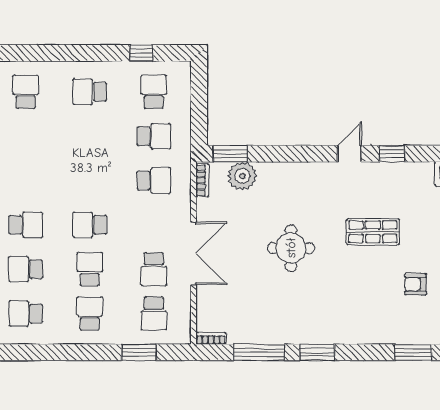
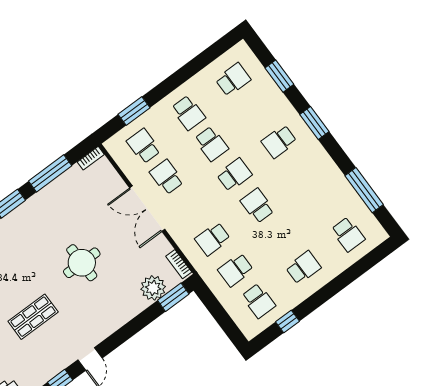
school desk: (26, 269) -> (257, 206), moved, turned -90

